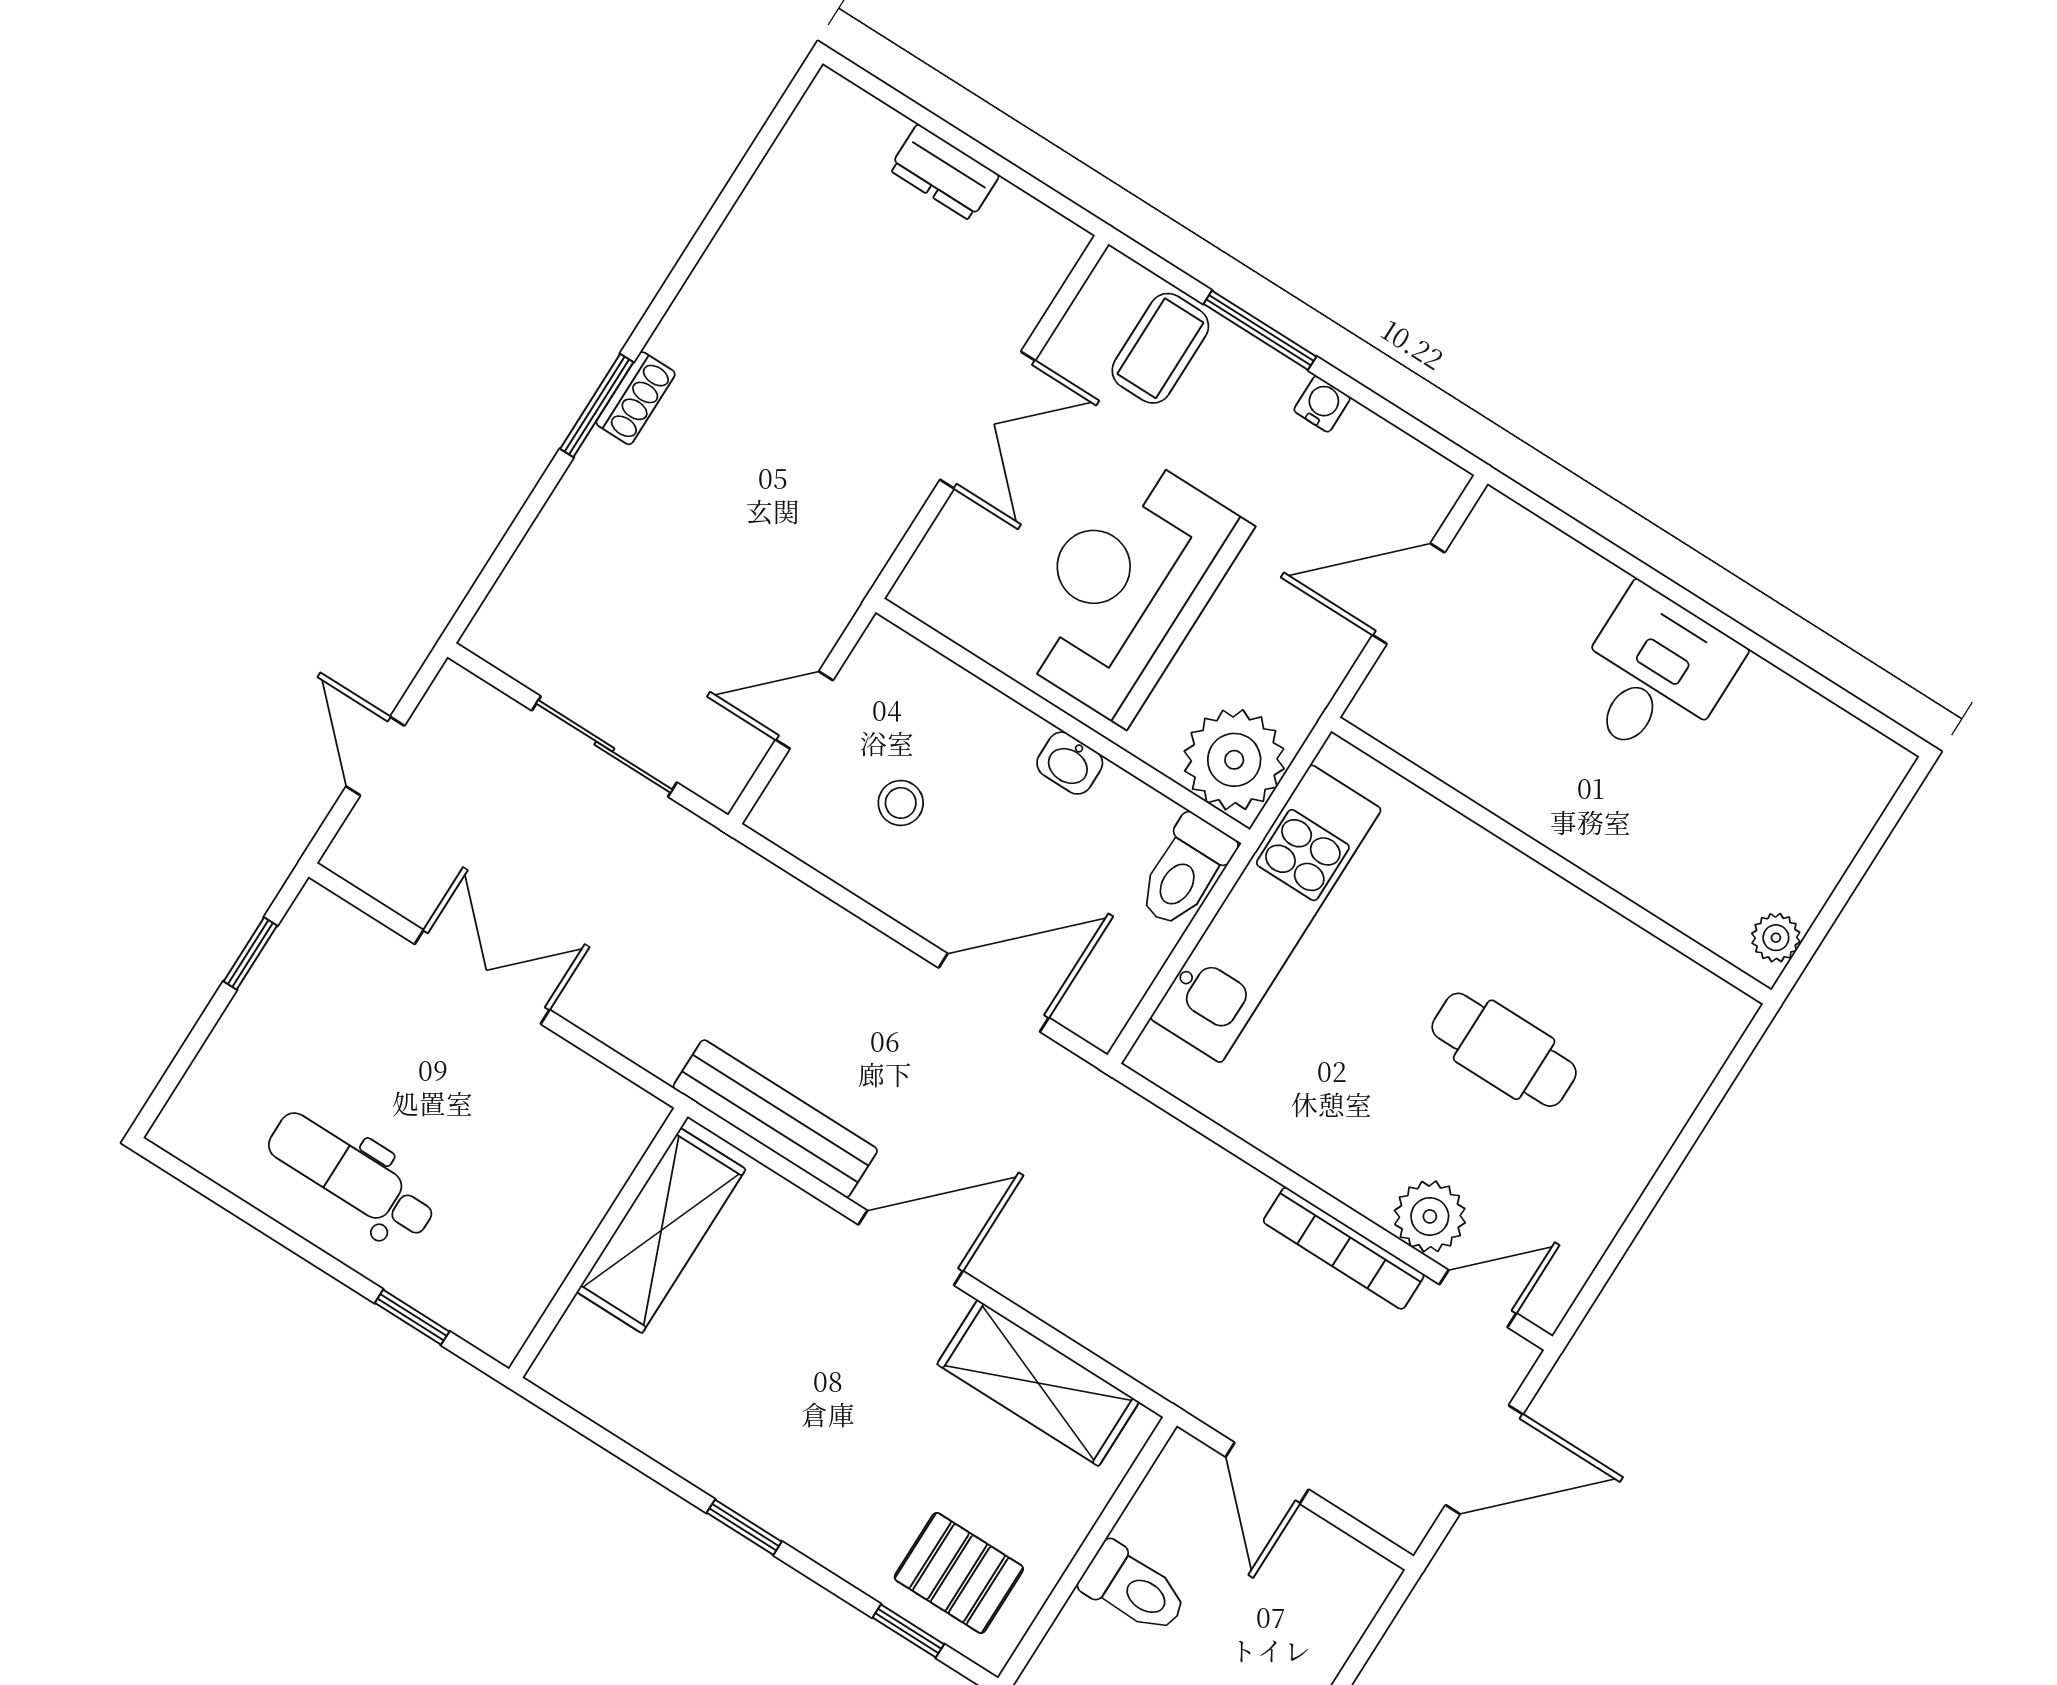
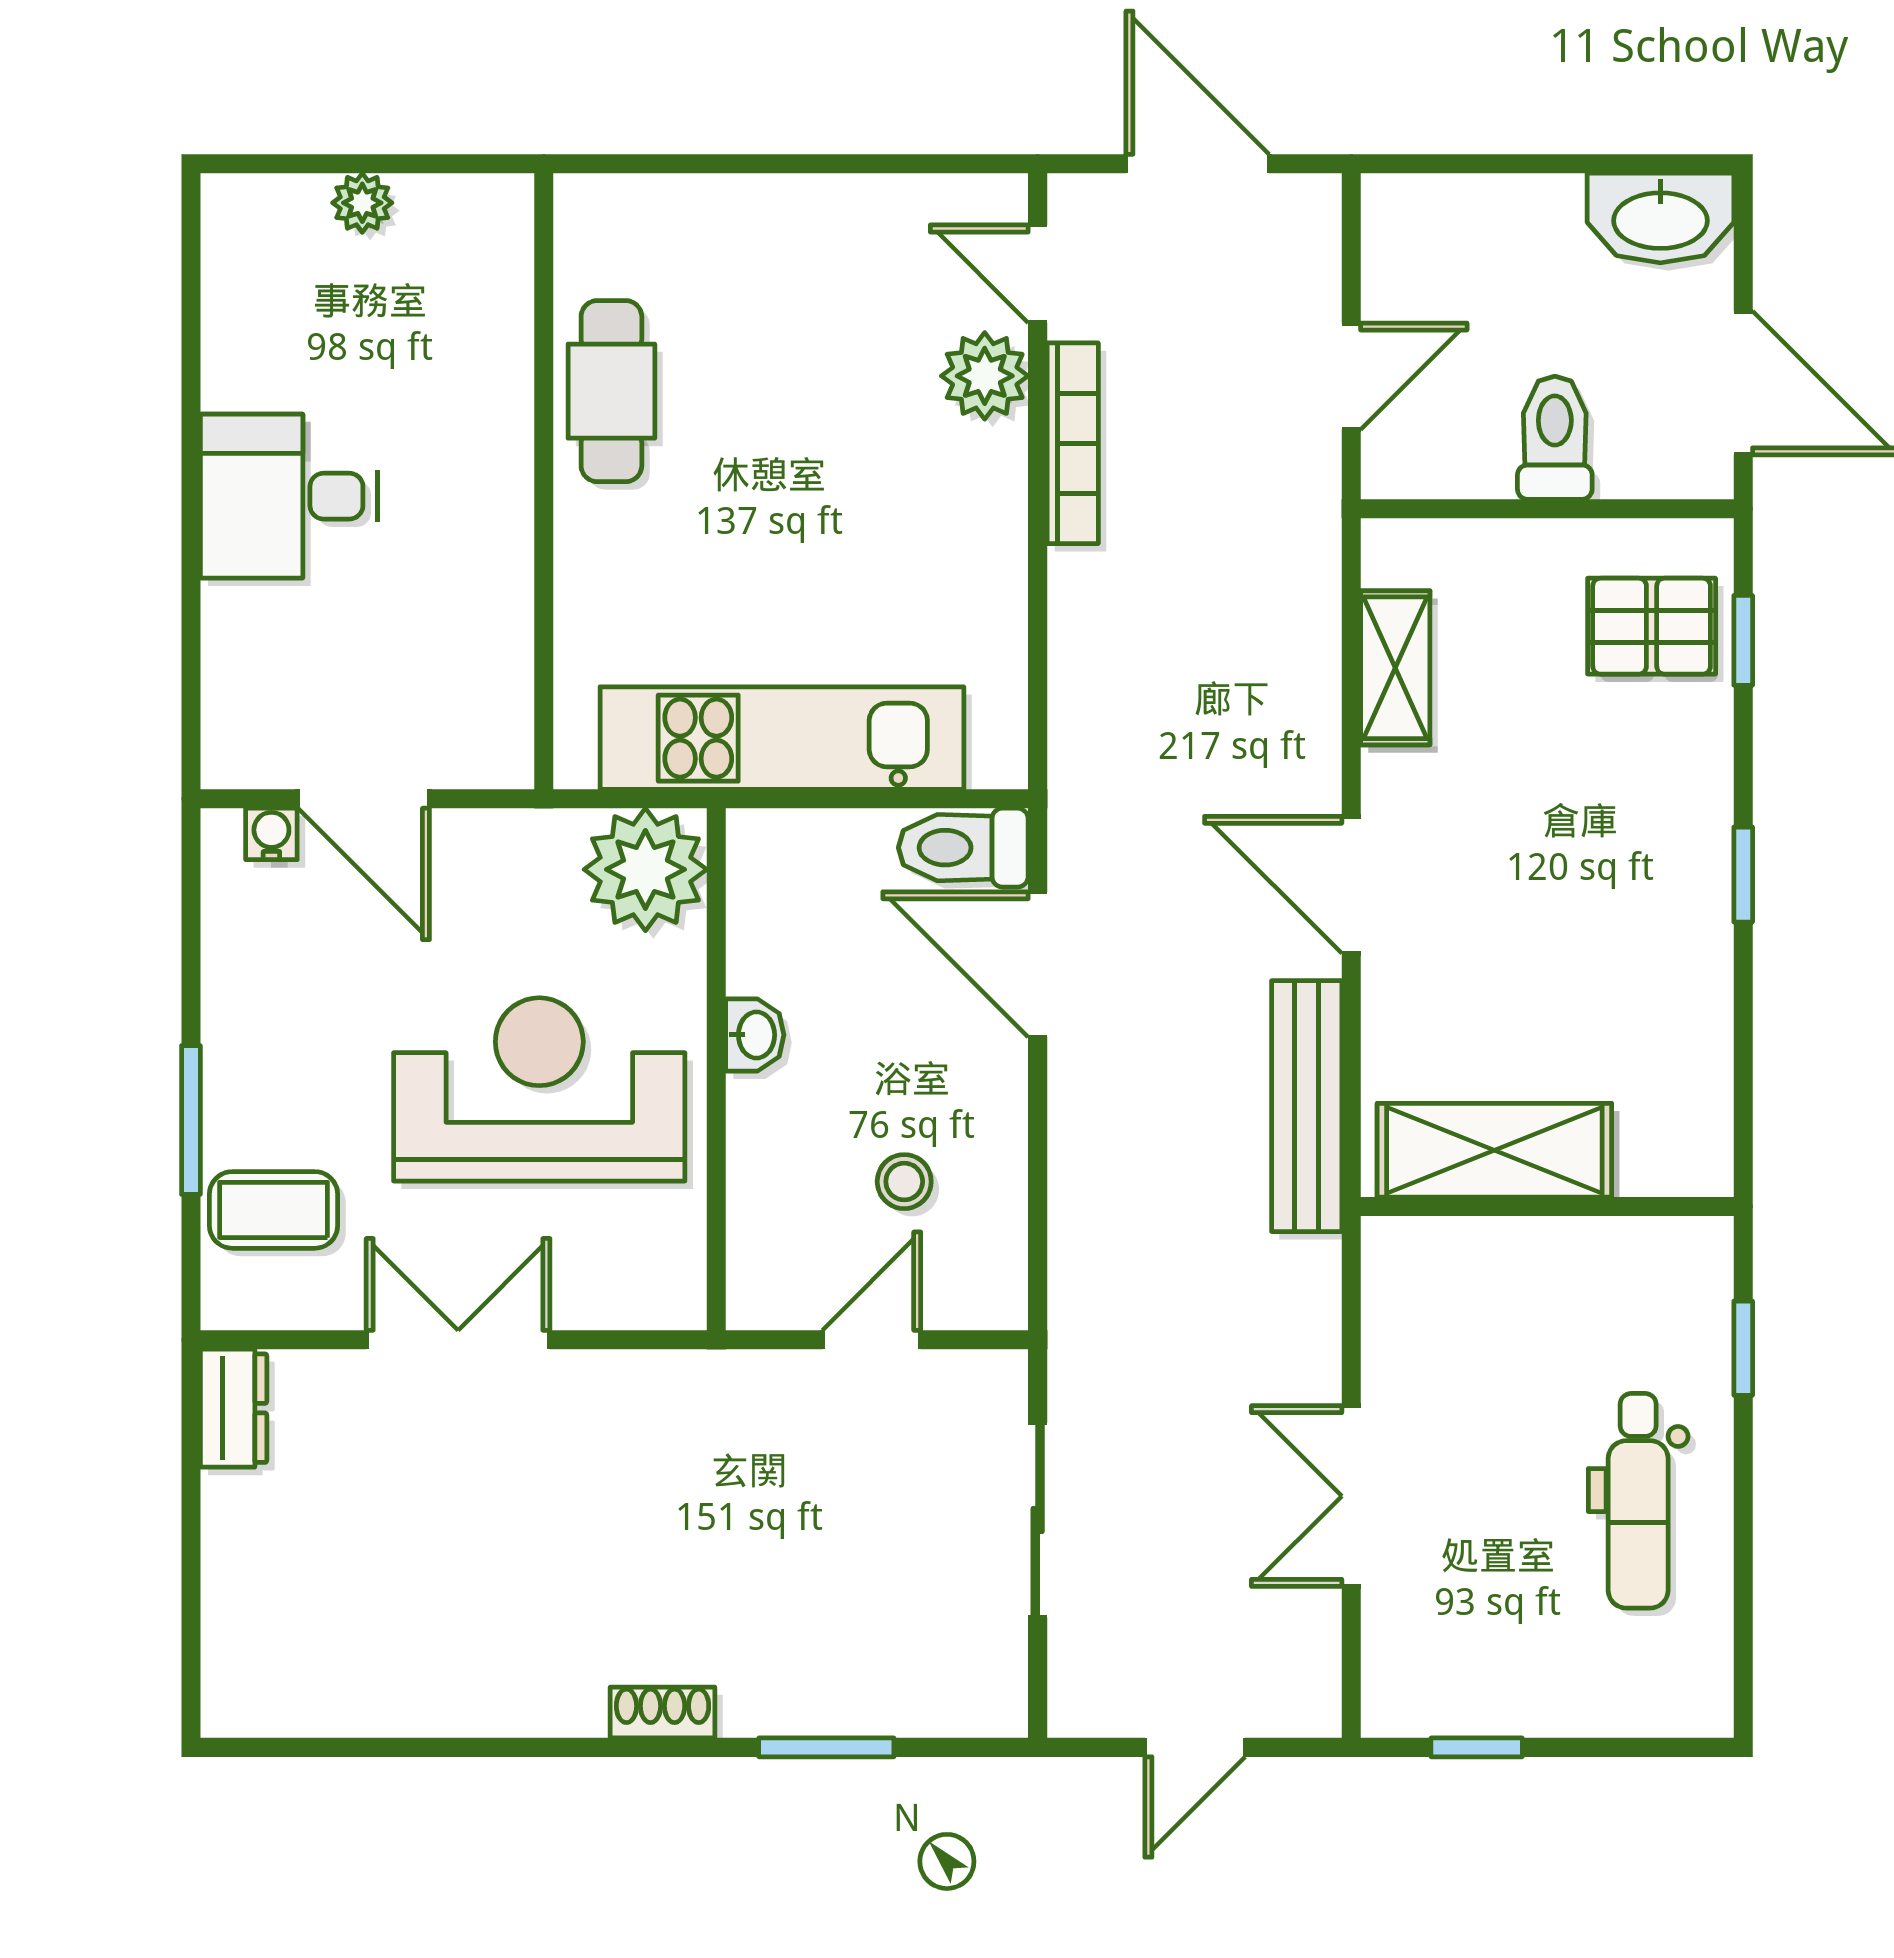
dresser: (944, 172) -> (234, 1408), moved
water cooler: (1322, 404) -> (271, 834), moved, turned 90
window: (597, 405) -> (826, 1747), moved
reception desk: (1127, 588) -> (539, 1089), turned 180
door: (804, 710) -> (872, 1340), swing flipped
toilet: (1185, 871) -> (963, 848), moved, turned 180
plant: (1776, 938) -> (362, 203), moved
cafe table: (1504, 1050) -> (611, 391), moved
shelving: (1038, 1383) -> (1395, 668), width x0.67, depth x0.75
pallet: (959, 1573) -> (1652, 626), turned 90

